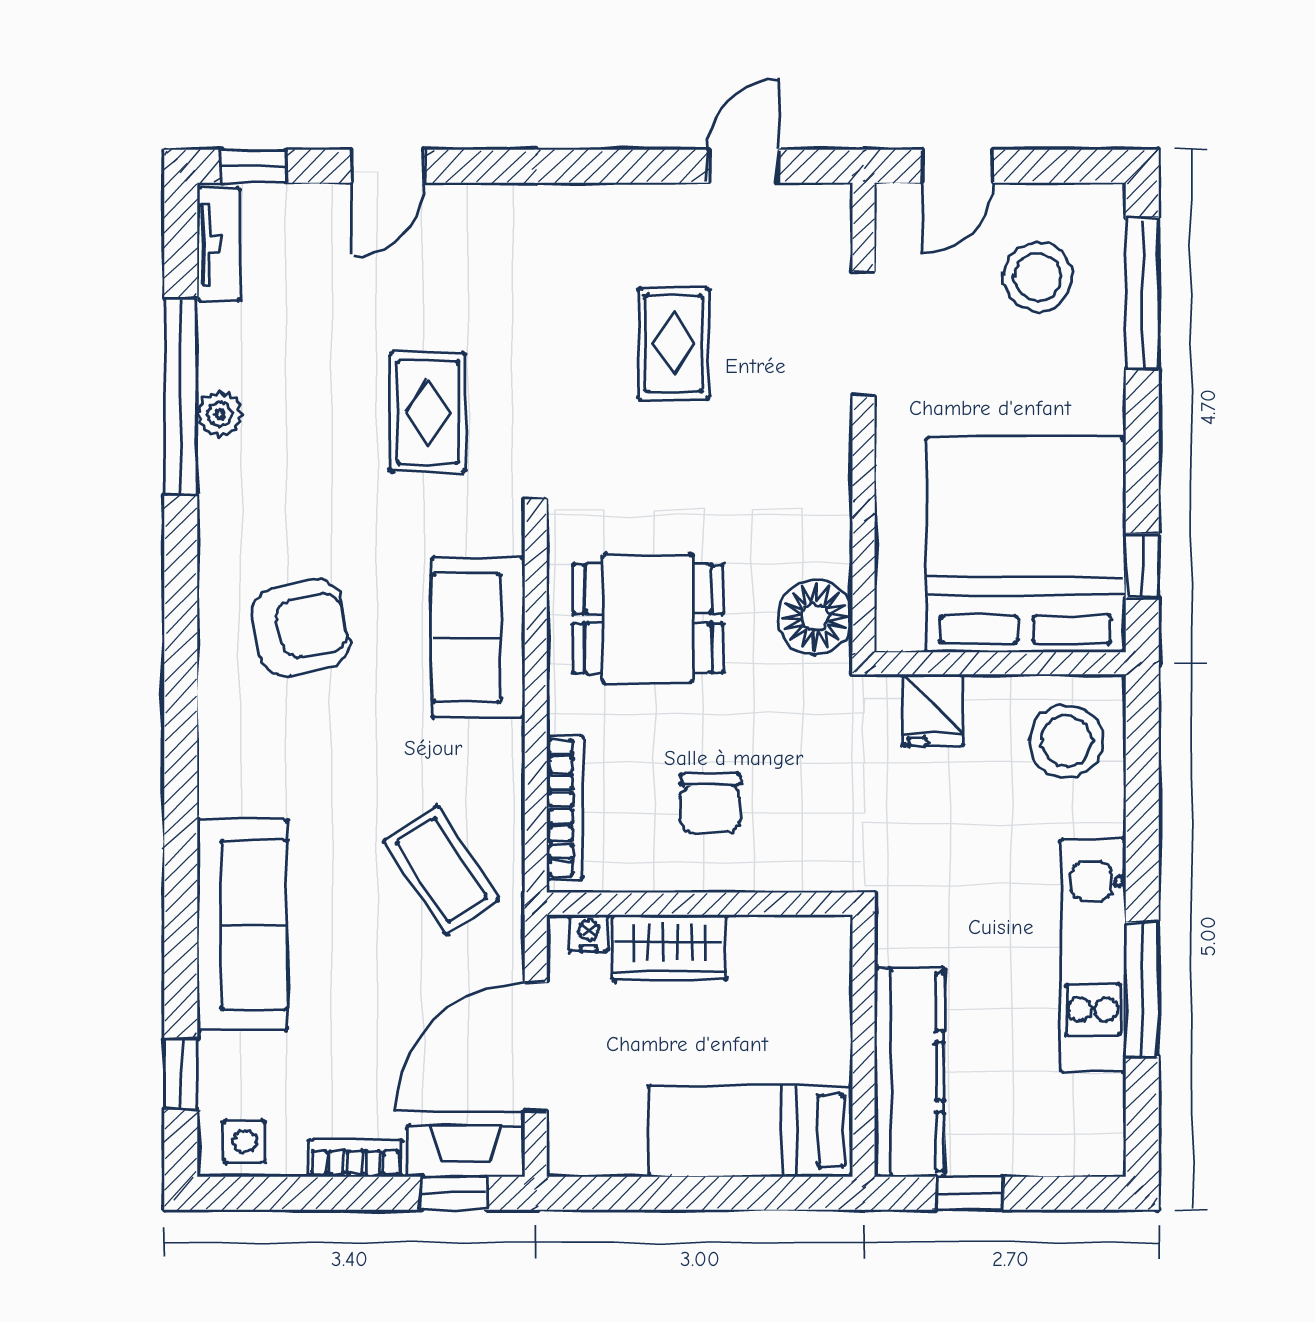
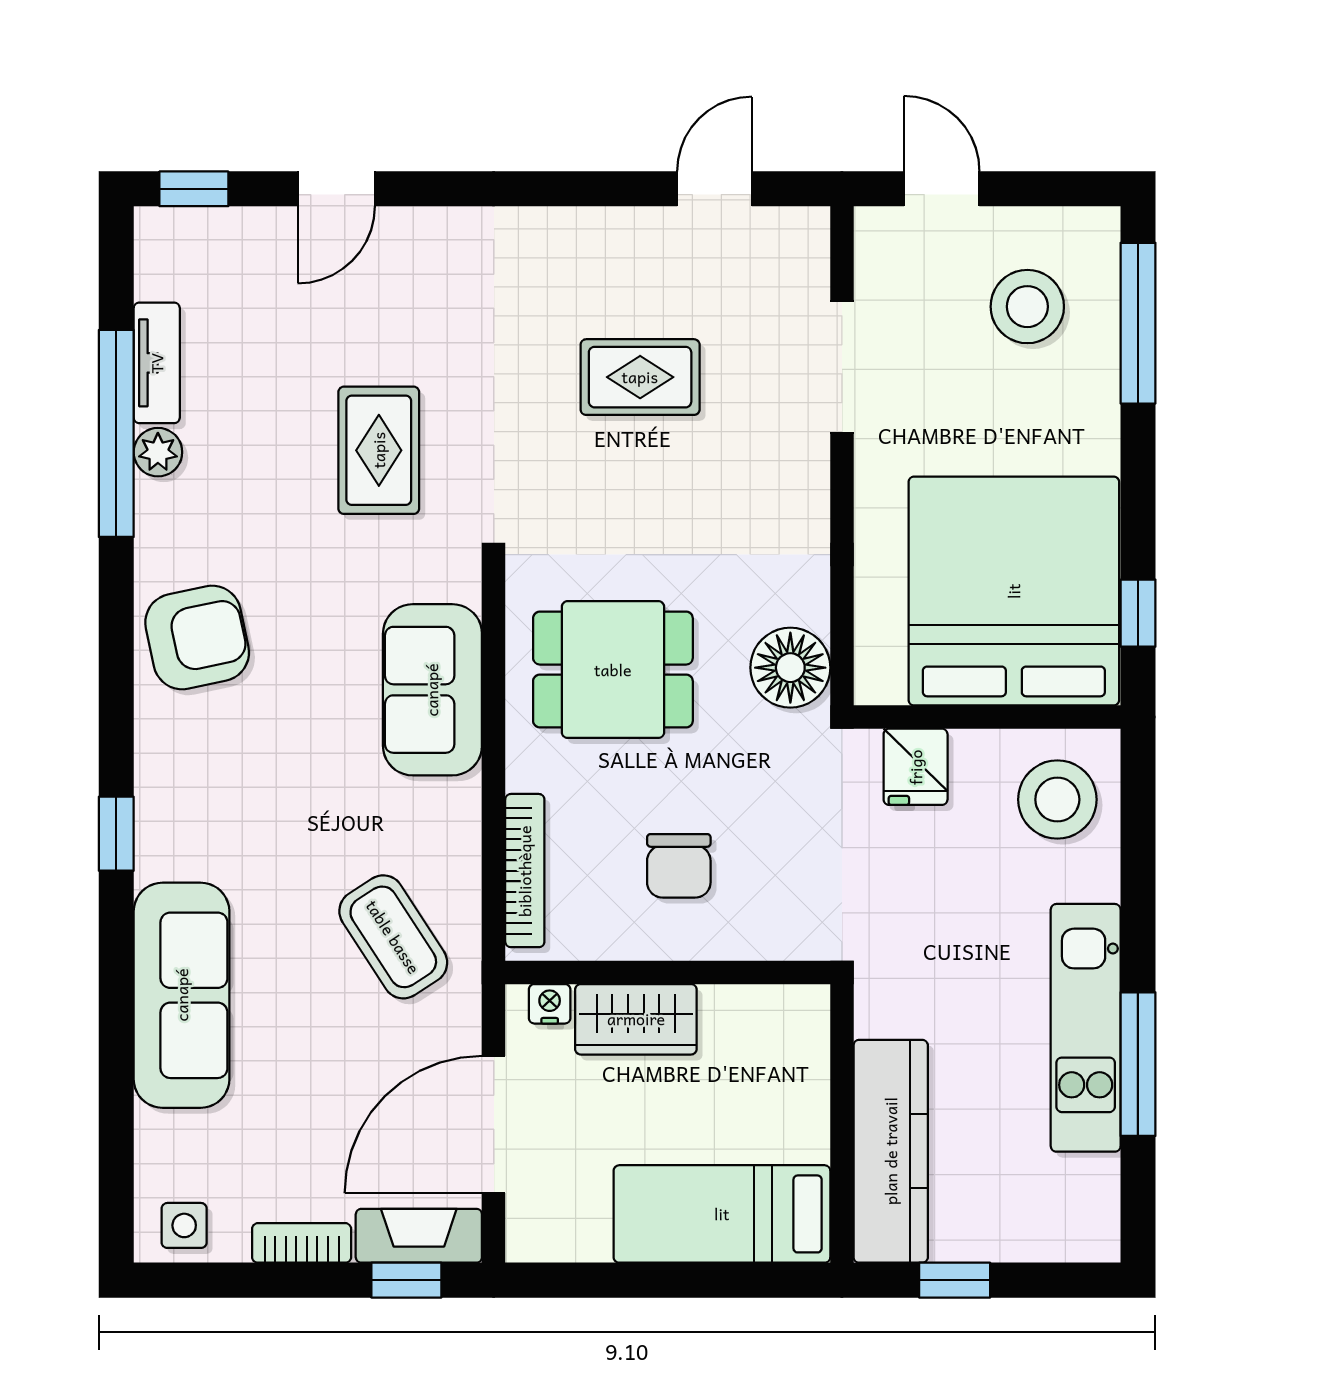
door: (957, 166) -> (942, 189), swing flipped
tv unit: (219, 244) -> (157, 363), moved
rug: (674, 343) -> (640, 377), turned 90
armchair: (301, 628) -> (197, 637), moved
window: (181, 1074) -> (116, 834), moved

